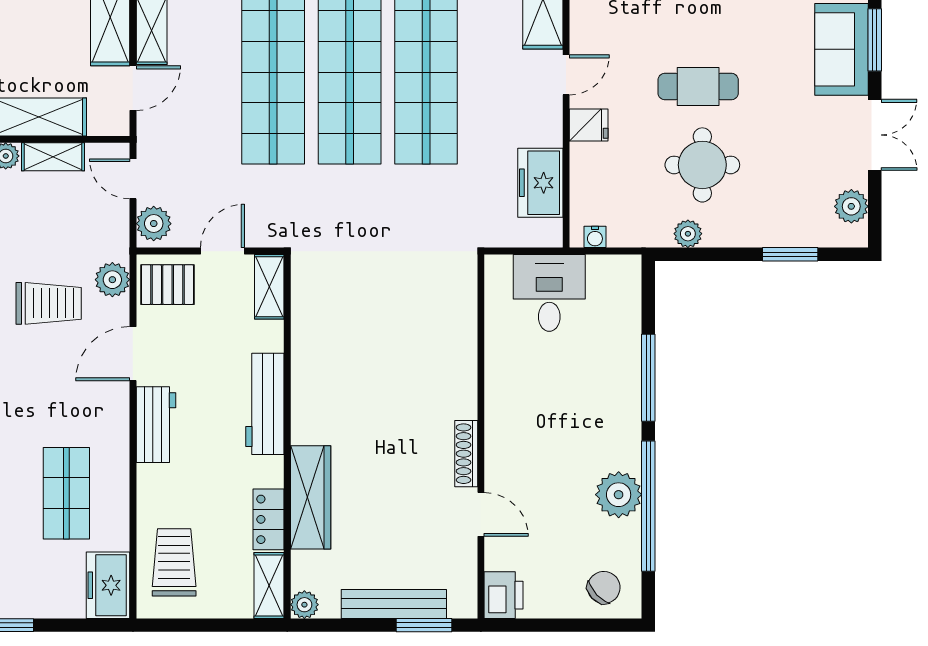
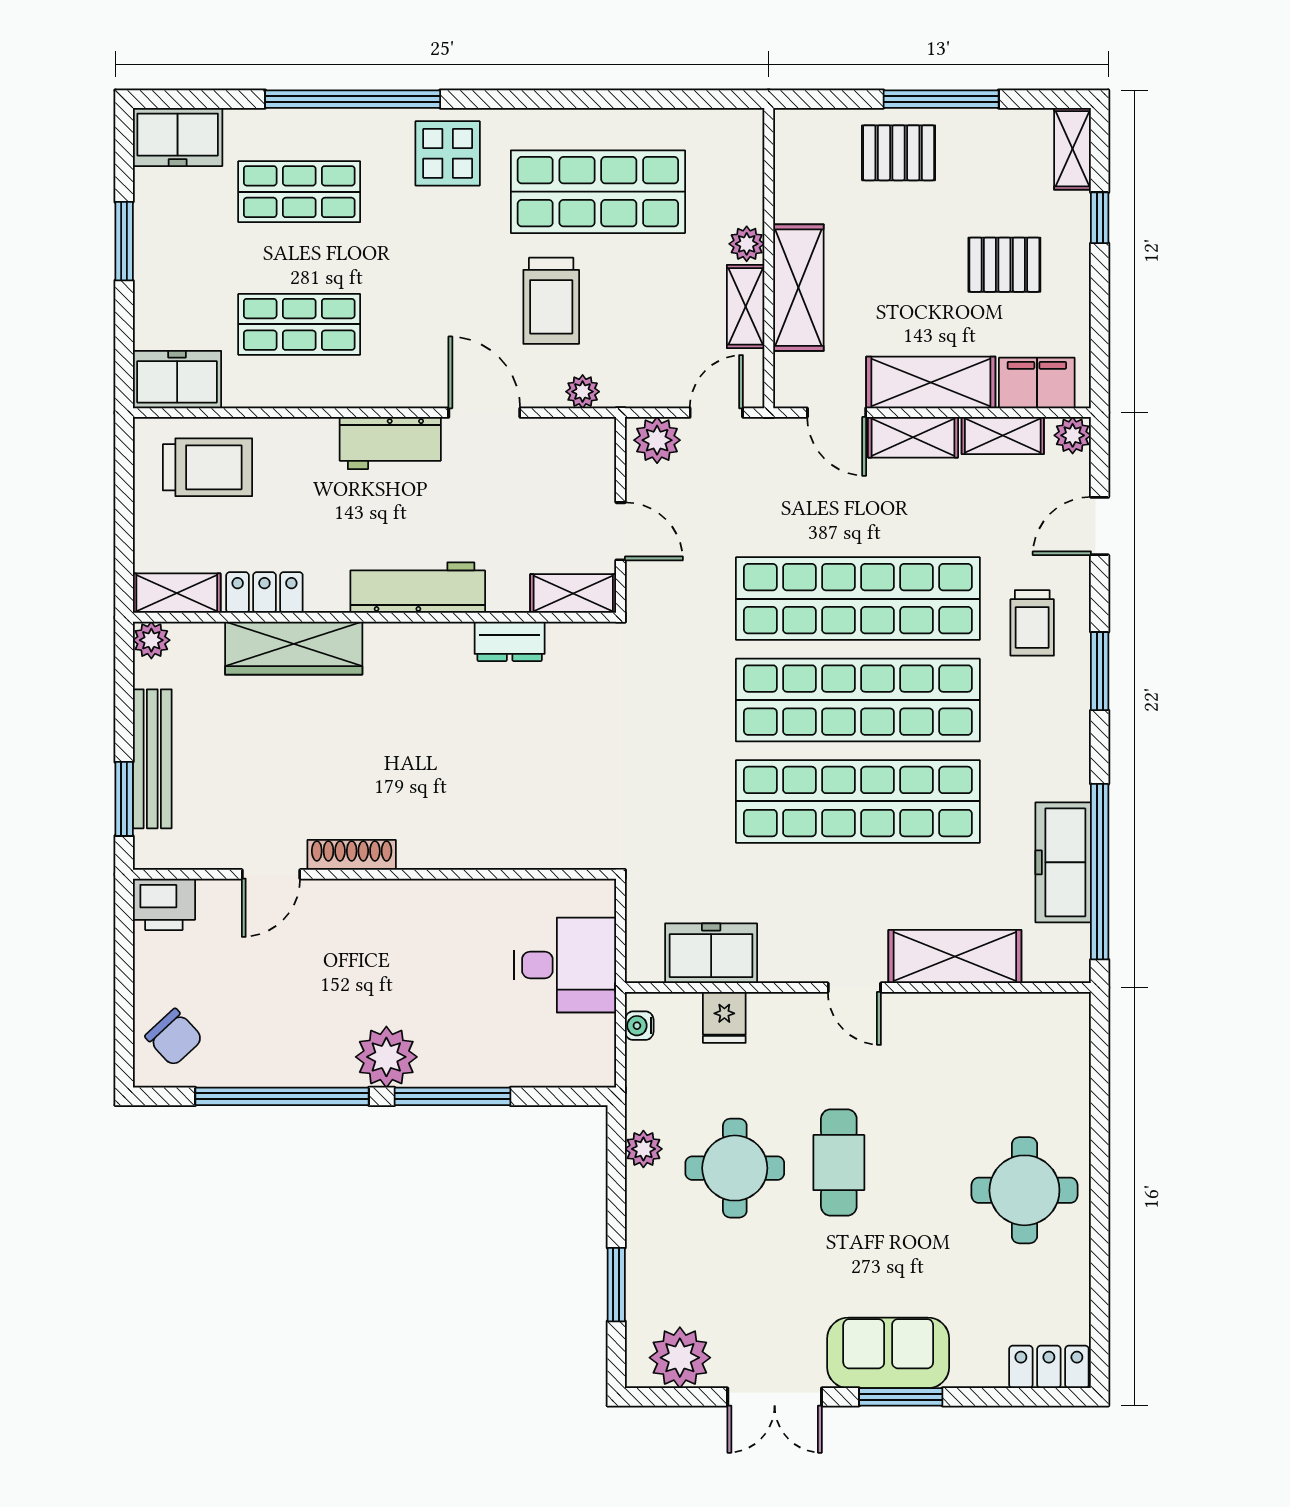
fridge: (589, 125) -> (724, 1017), moved
plant: (851, 206) -> (680, 1358), width x1.36, depth x1.36
plant: (112, 280) -> (583, 392), width x0.73, depth x0.73
pallet: (167, 285) -> (576, 458), removed
dresser: (305, 335) -> (510, 641), added
plant: (619, 495) -> (386, 1057), moved

